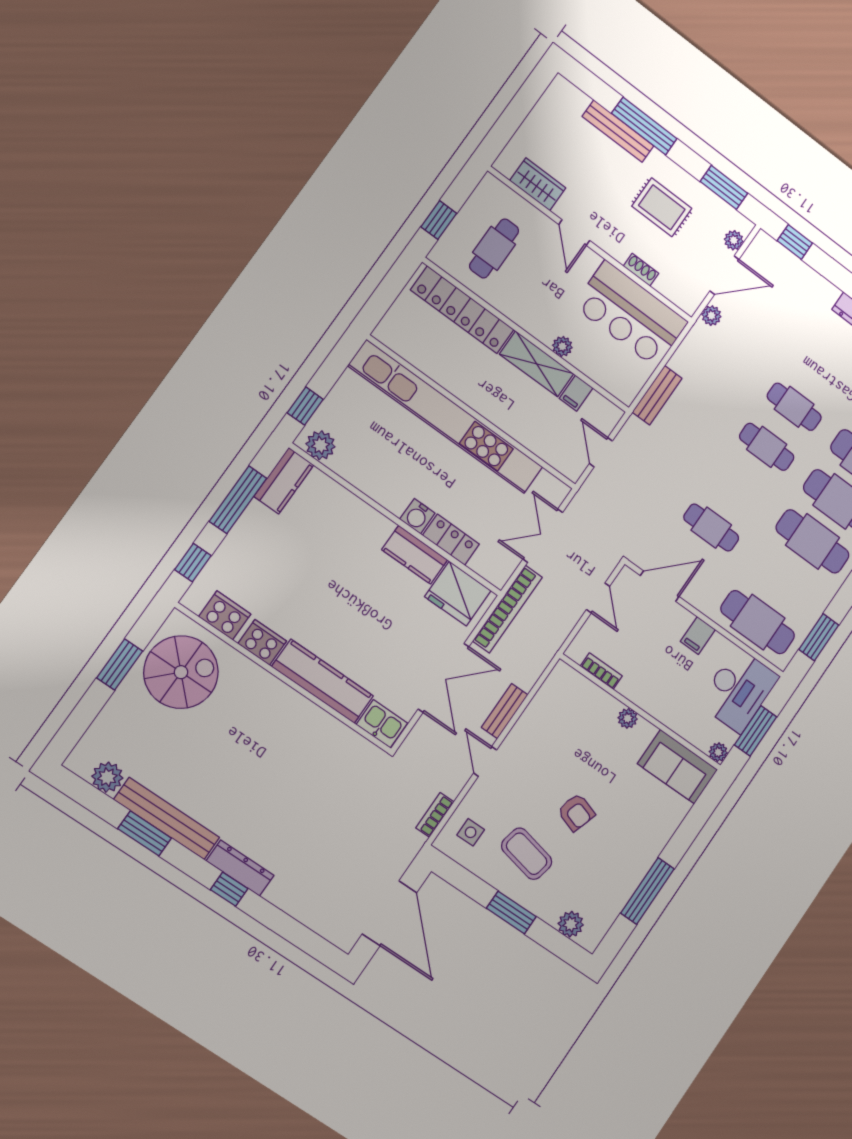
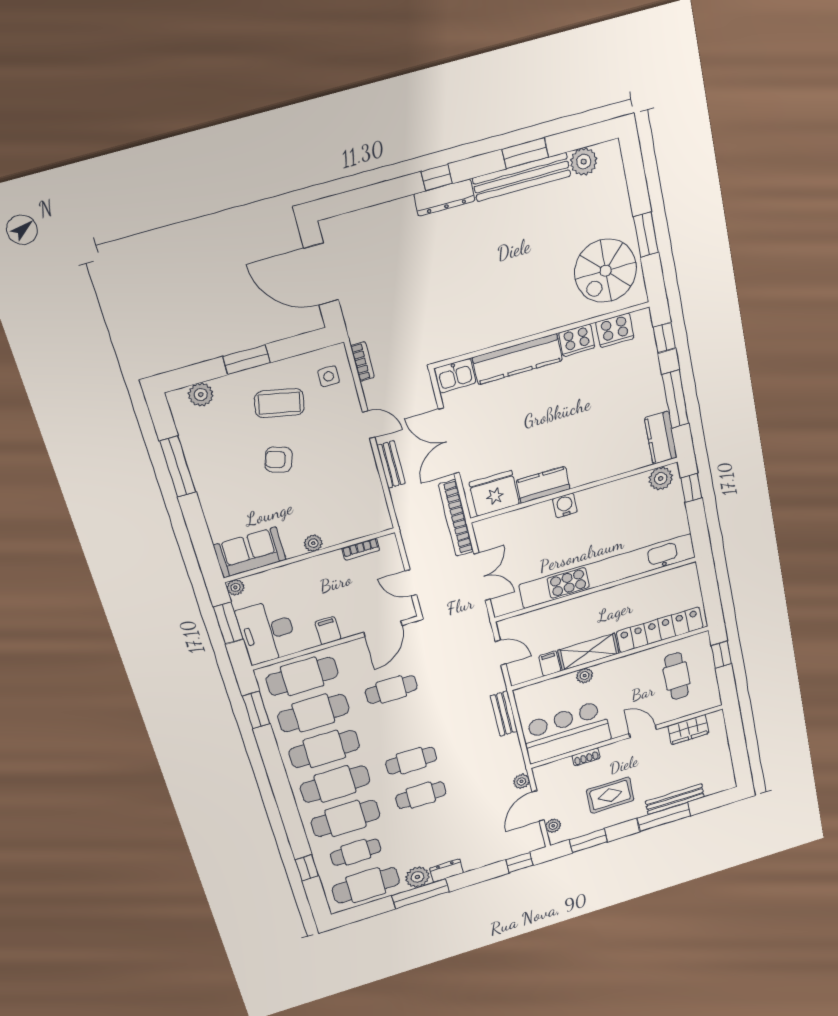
locker: (451, 540) -> (532, 516), removed
cafe table: (785, 582) -> (313, 713), added

